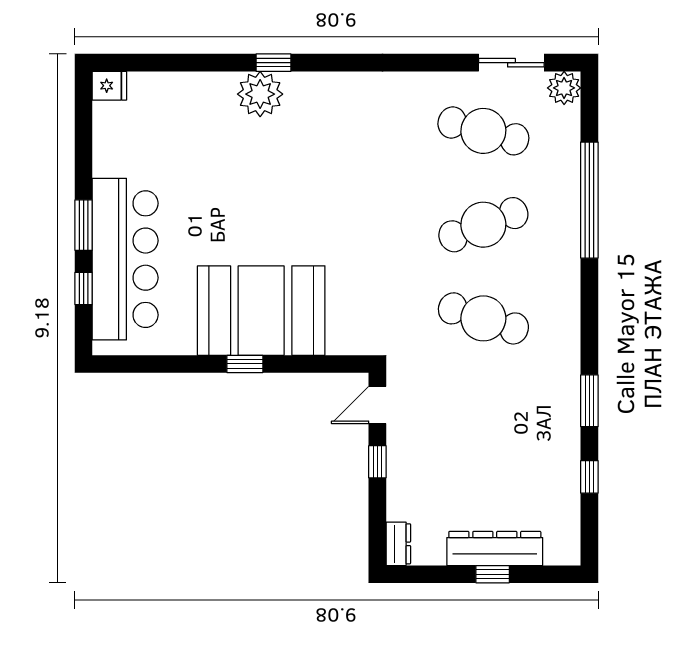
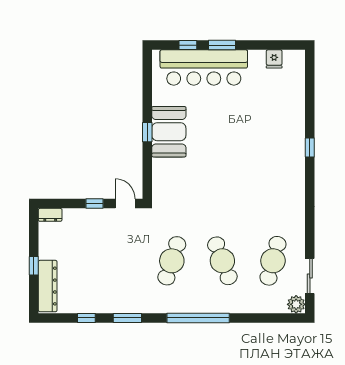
fridge: (109, 86) -> (274, 59), moved
plant: (260, 94) -> (293, 140), removed
window: (589, 200) -> (198, 318), moved
booth: (261, 311) -> (169, 132), width x0.73, depth x0.70
dresser: (495, 548) -> (48, 286), moved

